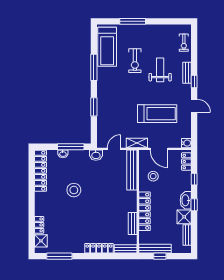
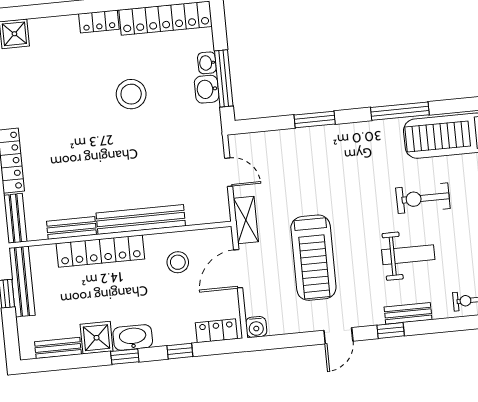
washbasin: (96, 155) -> (207, 89), moved
bench: (132, 170) -> (141, 220), moved
locker: (39, 225) -> (99, 22), moved

